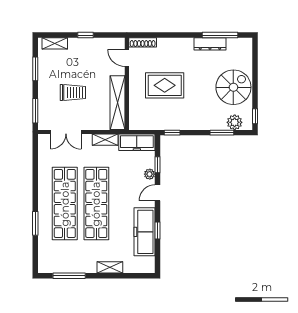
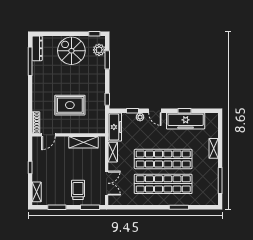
dresser: (210, 44) -> (37, 48), moved
rug: (165, 85) -> (70, 105), turned 90
trolley: (73, 92) -> (78, 190), moved
shelving: (118, 103) -> (83, 142), width x0.68

